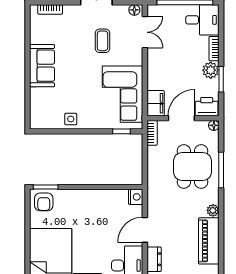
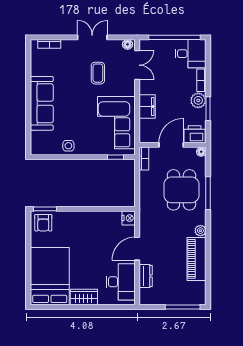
sofa: (42, 66) -> (42, 103), width x1.36
filing cabinet: (156, 103) -> (147, 107), moved

